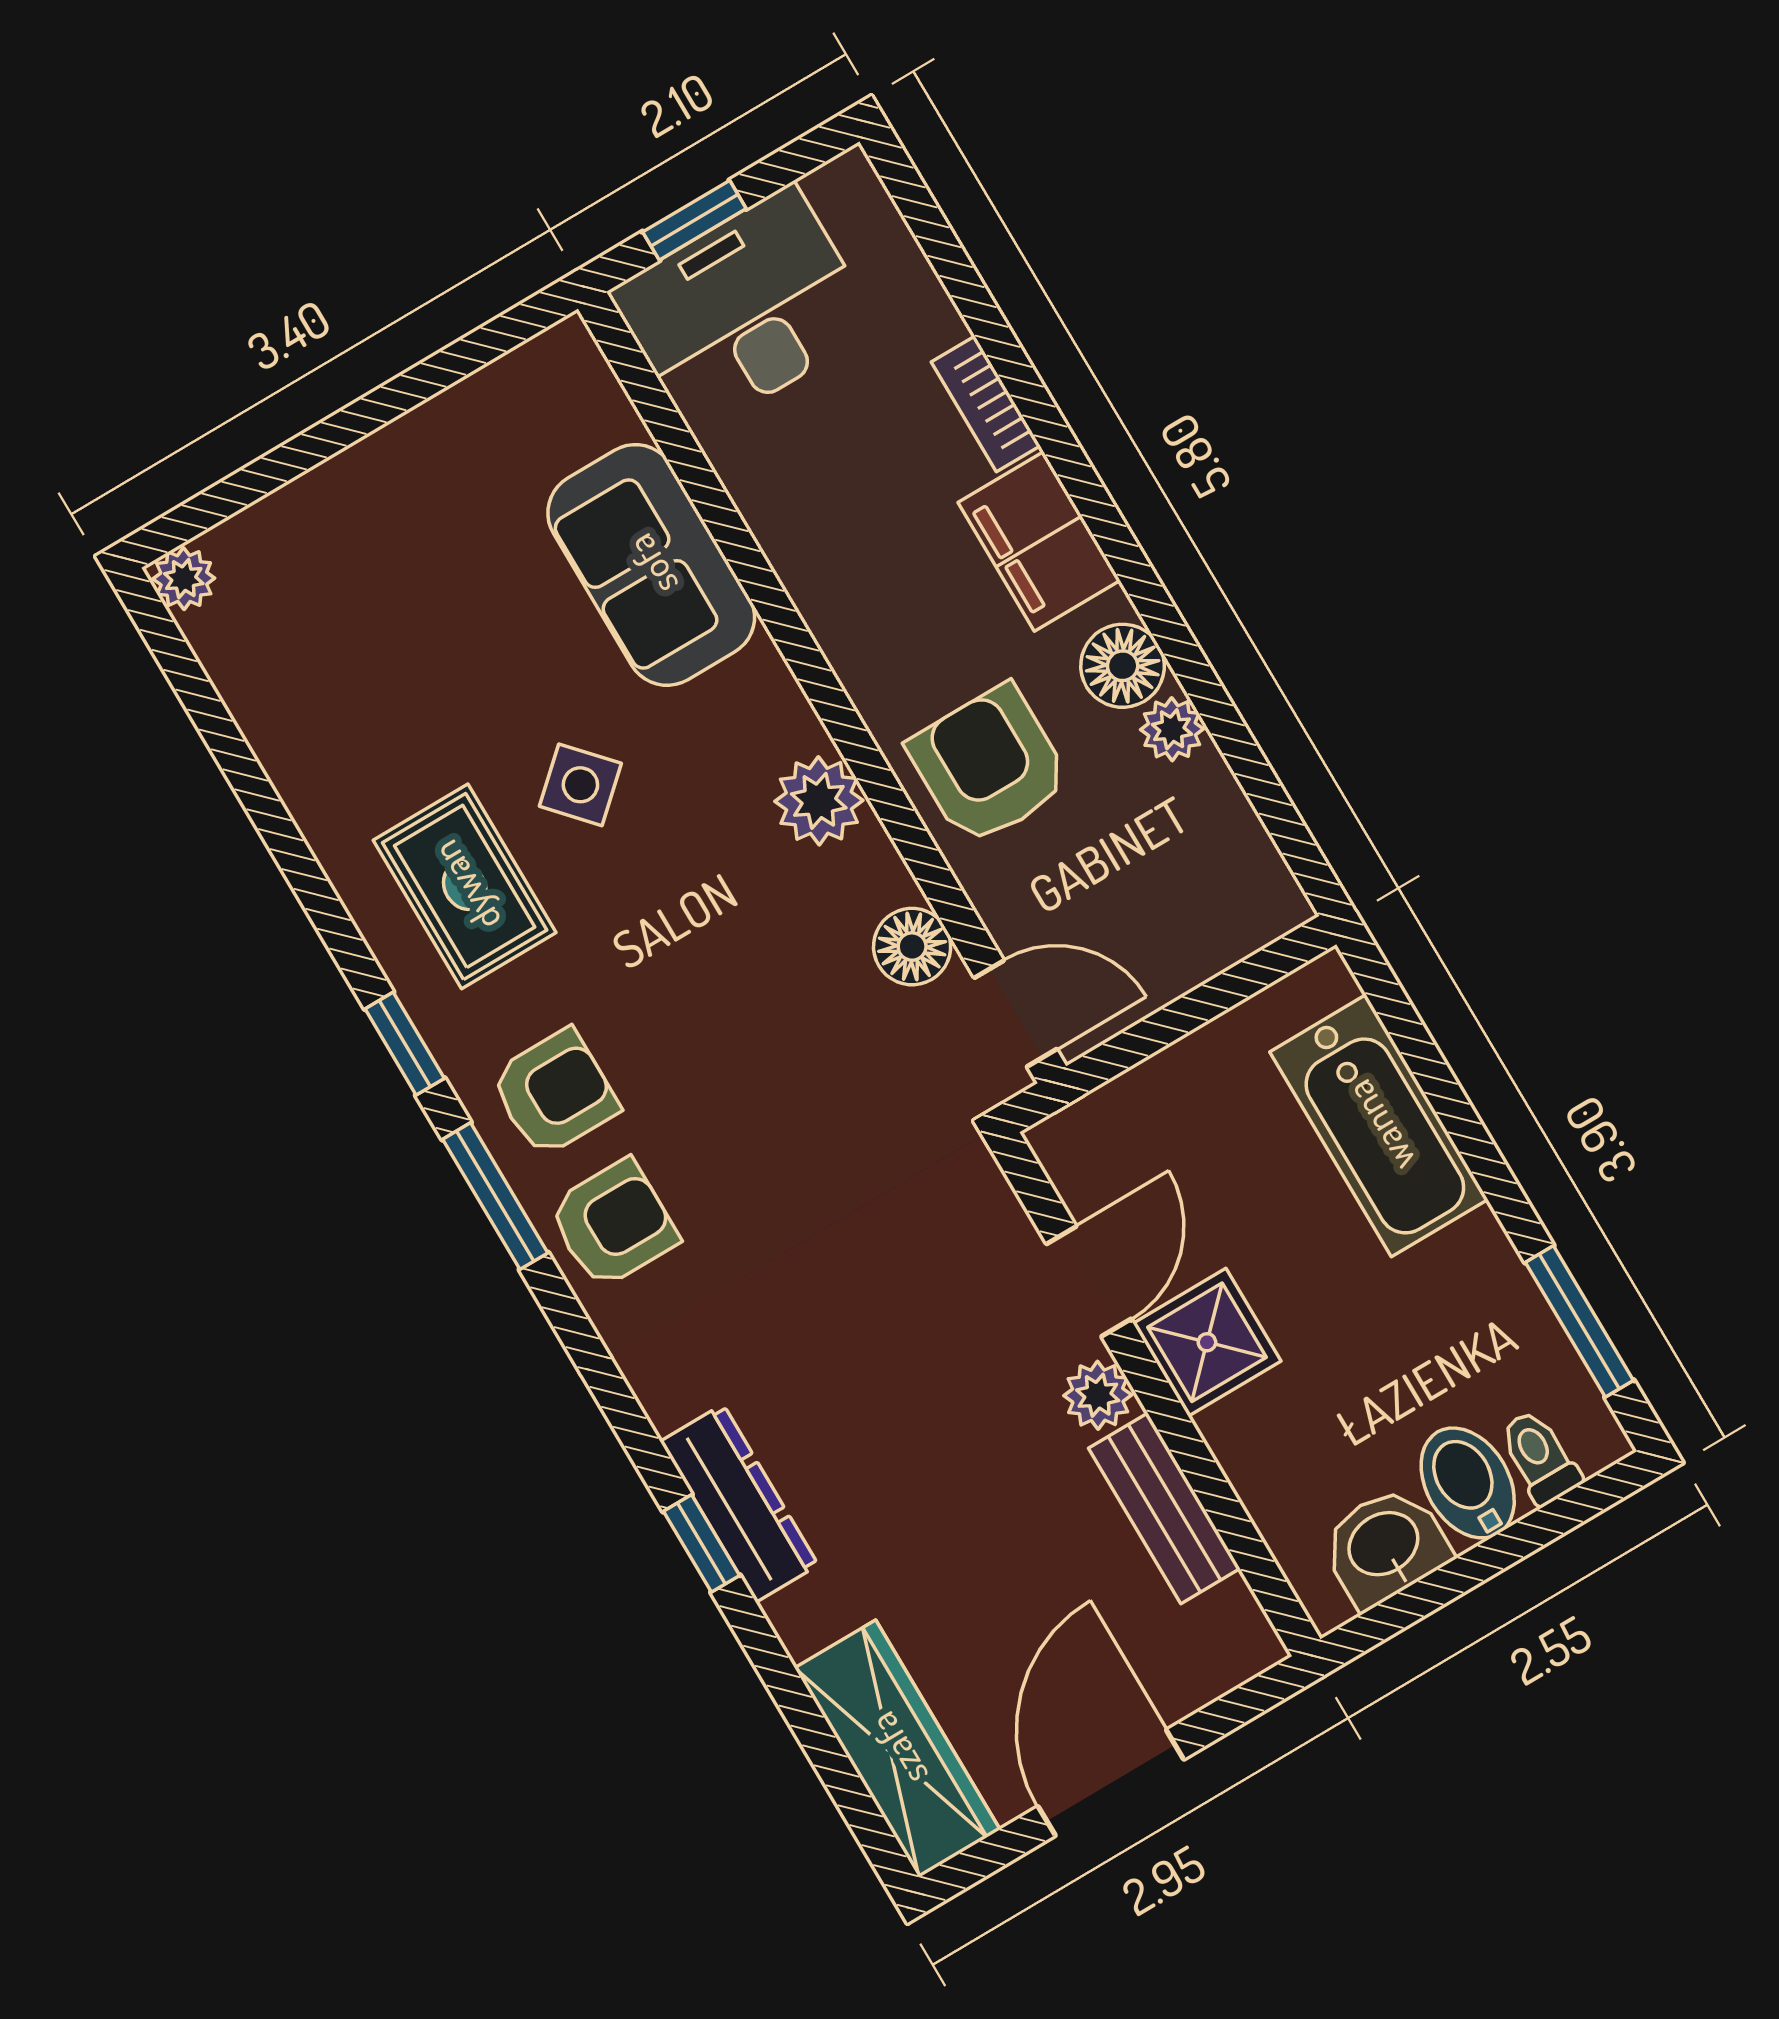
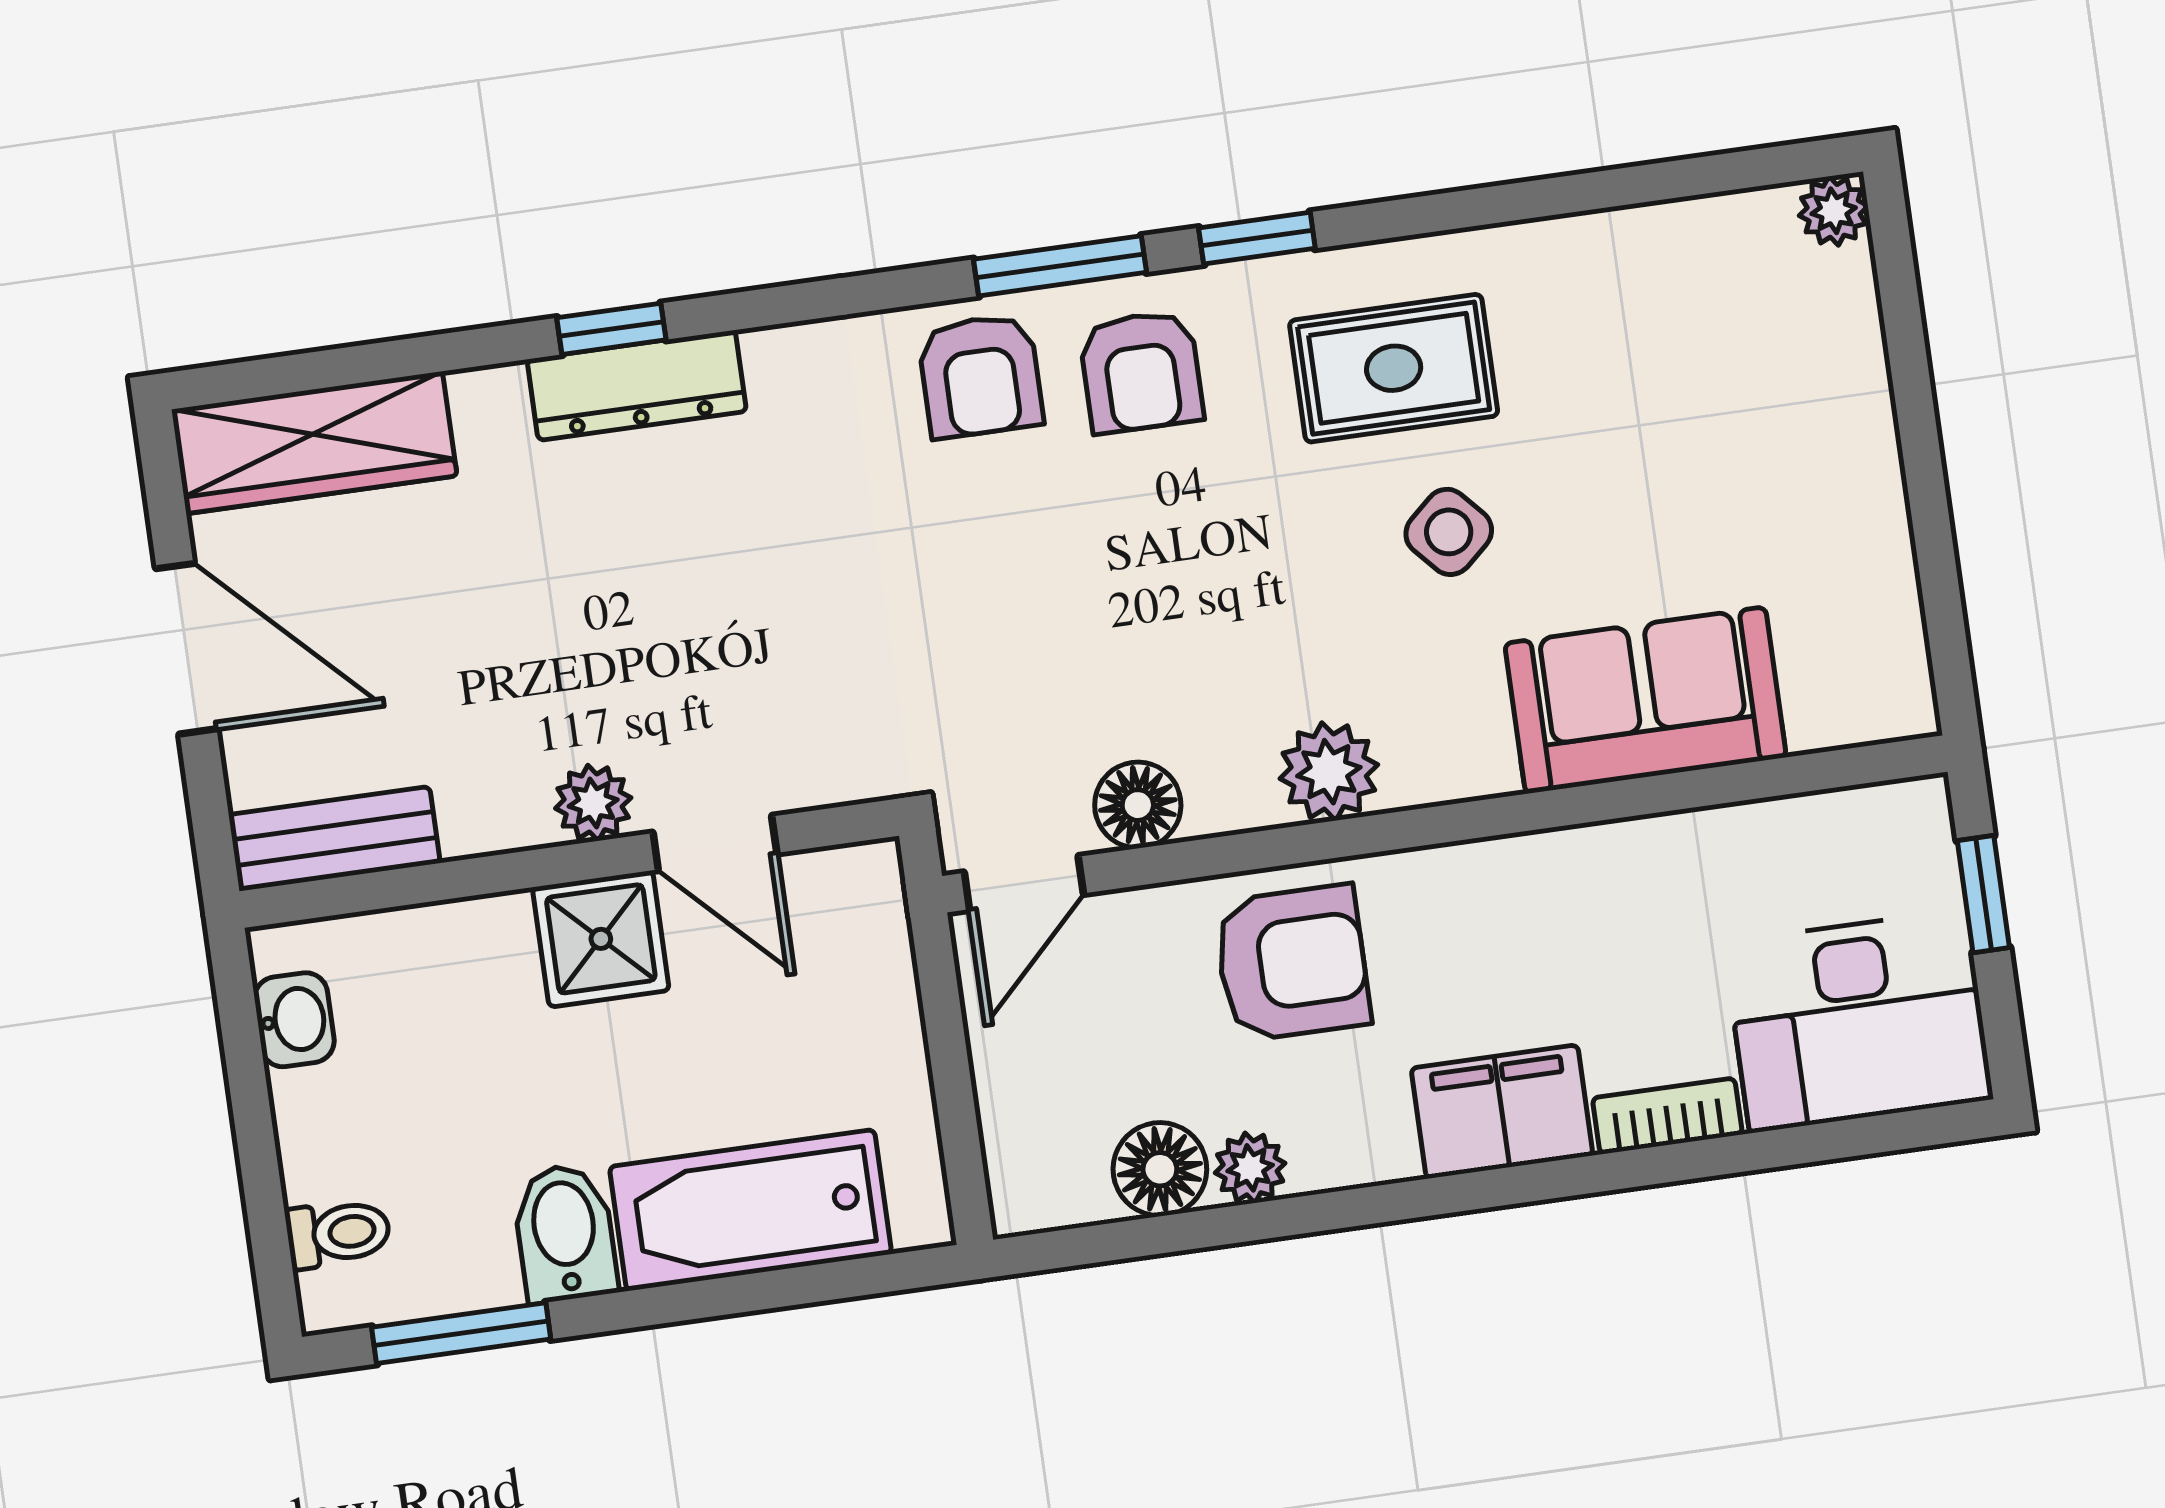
desk: (744, 310) -> (1858, 1021), moved, turned 90
floor lamp: (1123, 666) -> (1160, 1169), moved
bidet: (1468, 1483) -> (565, 1233), moved, turned -90
bench: (1164, 1508) -> (334, 839), moved
washbasin: (1385, 1546) -> (294, 1020), width x0.72, depth x0.69

